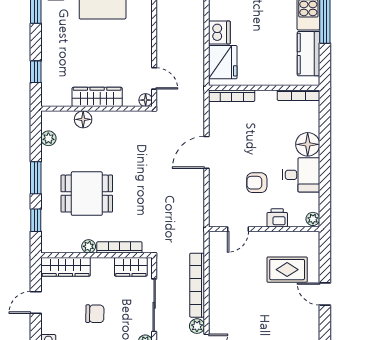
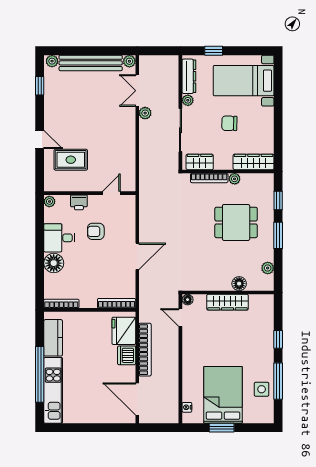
window: (36, 72) -> (278, 339), moved
armchair: (257, 183) -> (96, 231), turned 180
bookcase: (197, 285) -> (145, 350), moved
door: (36, 302) -> (278, 133), removed

